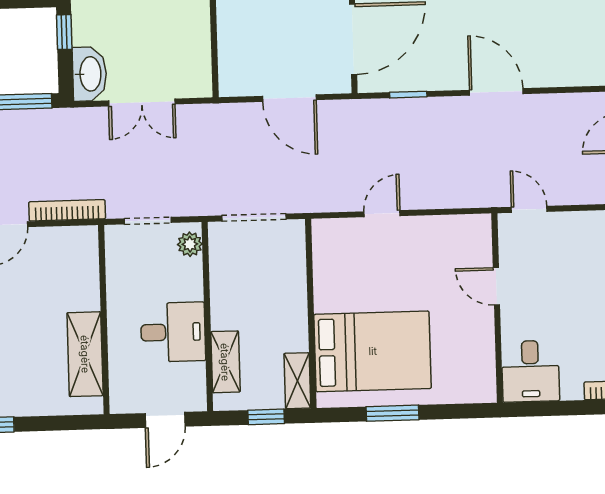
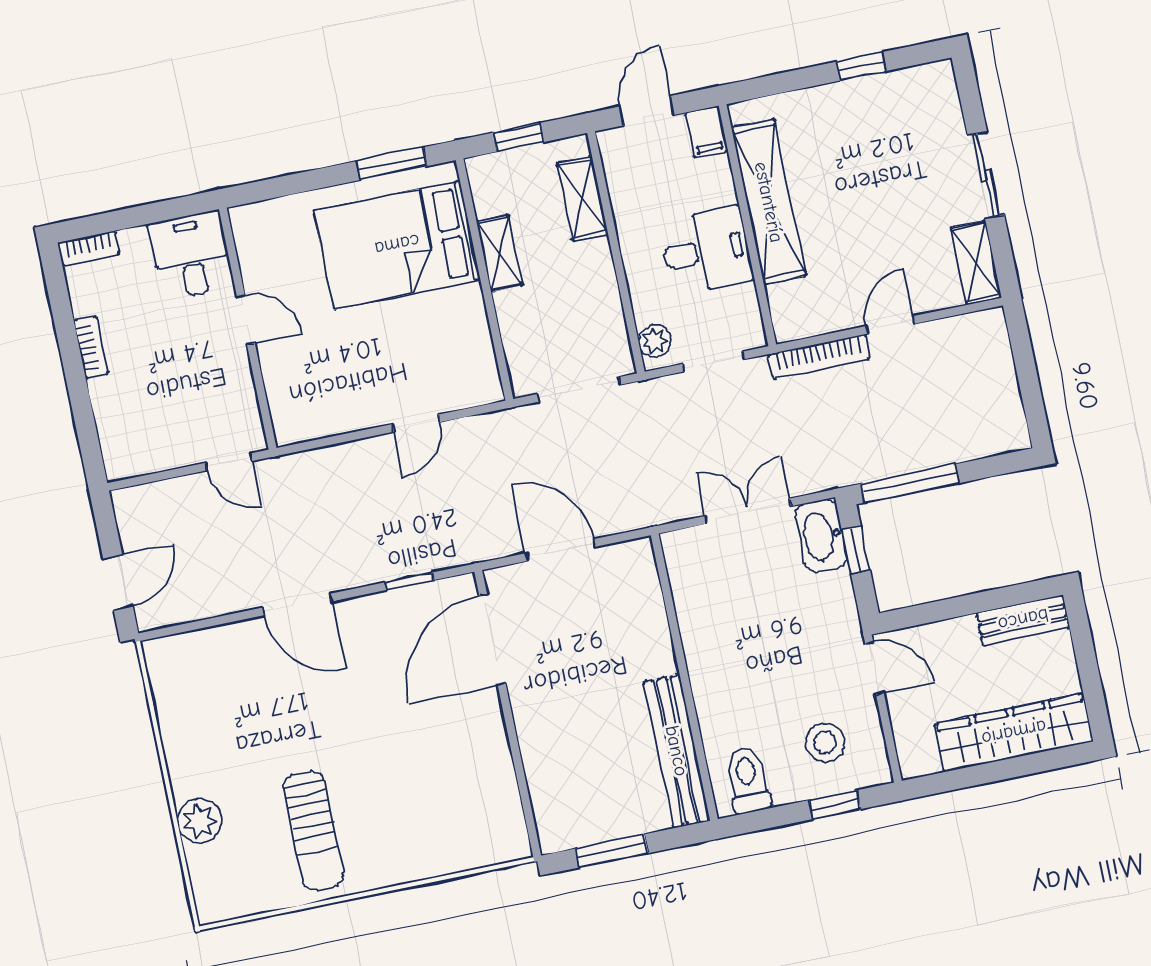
window: (64, 32) -> (856, 550), moved
door: (496, 286) -> (246, 320), moved
desk: (173, 332) -> (707, 251), moved, turned 180
shelving: (85, 354) -> (769, 202), width x1.47
shelving: (297, 381) -> (499, 253), moved
filing cabinet: (123, 396) -> (706, 132), added
window: (392, 413) -> (392, 164), moved

